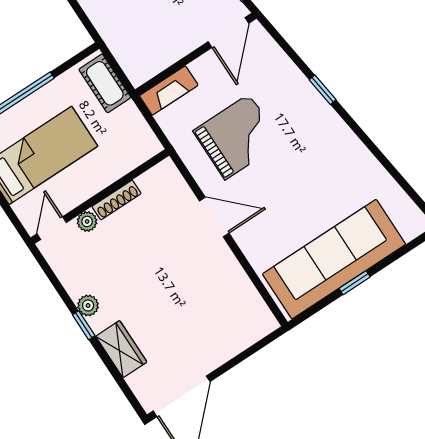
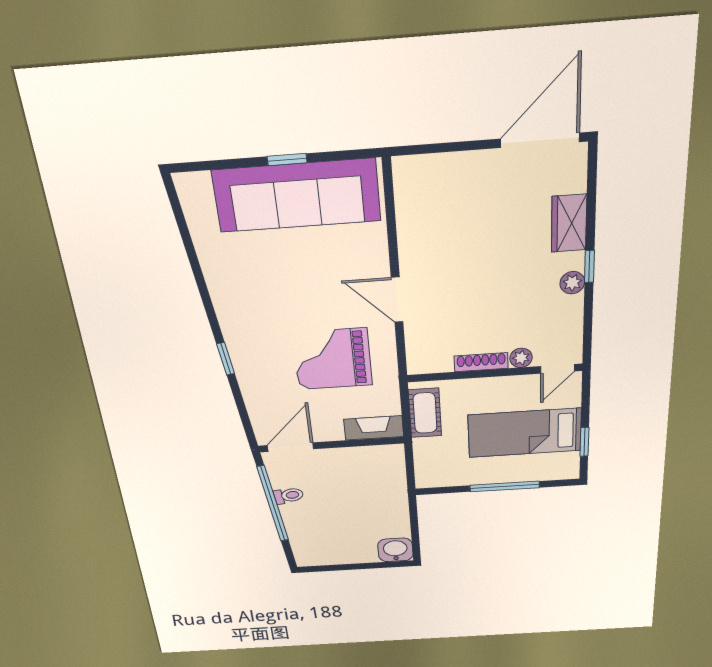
cot: (105, 83) -> (425, 413), moved

